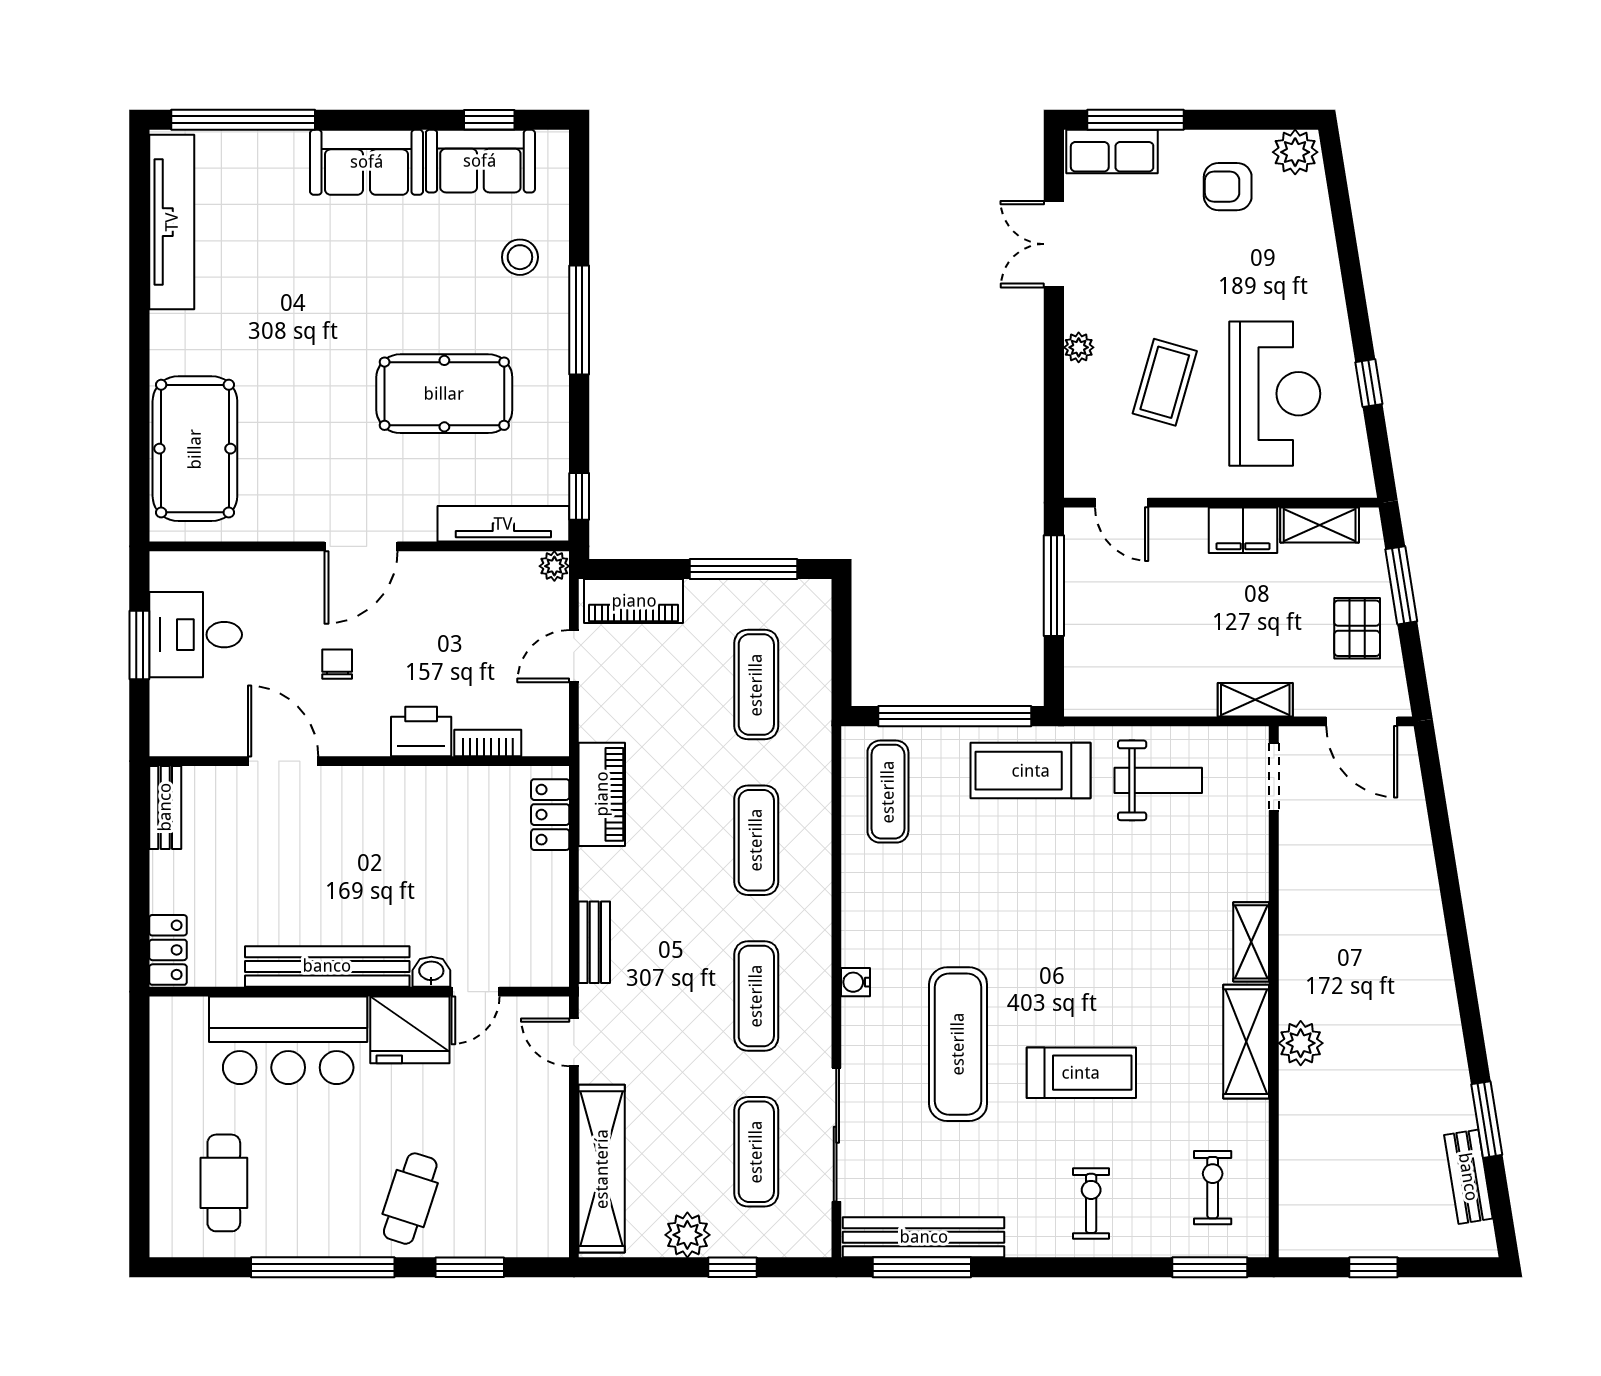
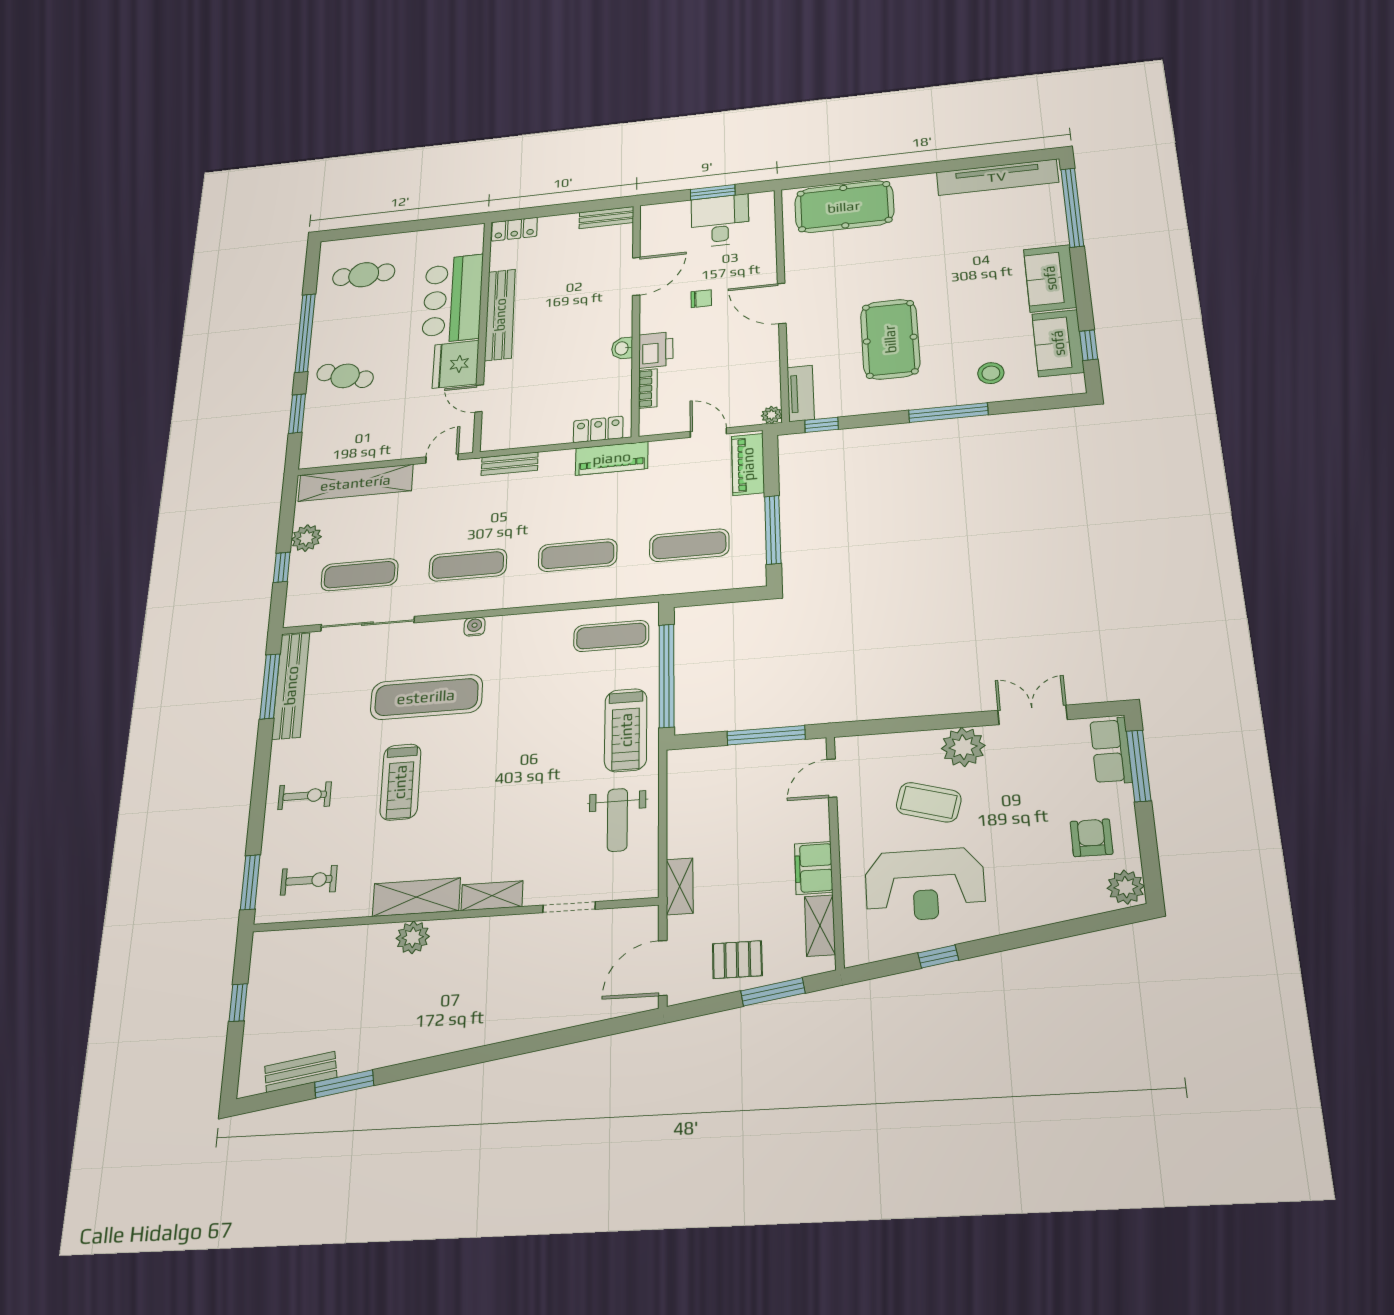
plant: (1079, 347) -> (963, 747), width x1.87, depth x1.87
tv unit: (503, 524) -> (801, 393), width x0.71
treadmill: (1031, 771) -> (626, 730), turned 180
doorway: (1274, 777) -> (569, 907), moved
washbasin: (431, 972) -> (622, 348), moved, turned 180

